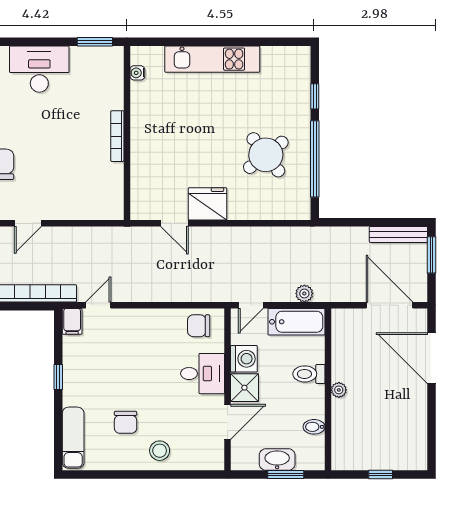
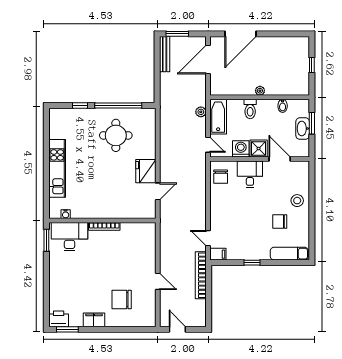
desk: (39, 69) -> (70, 237), moved, turned 90
round table: (266, 155) -> (116, 135), turned 38
chair: (126, 422) -> (280, 221), turned 180

